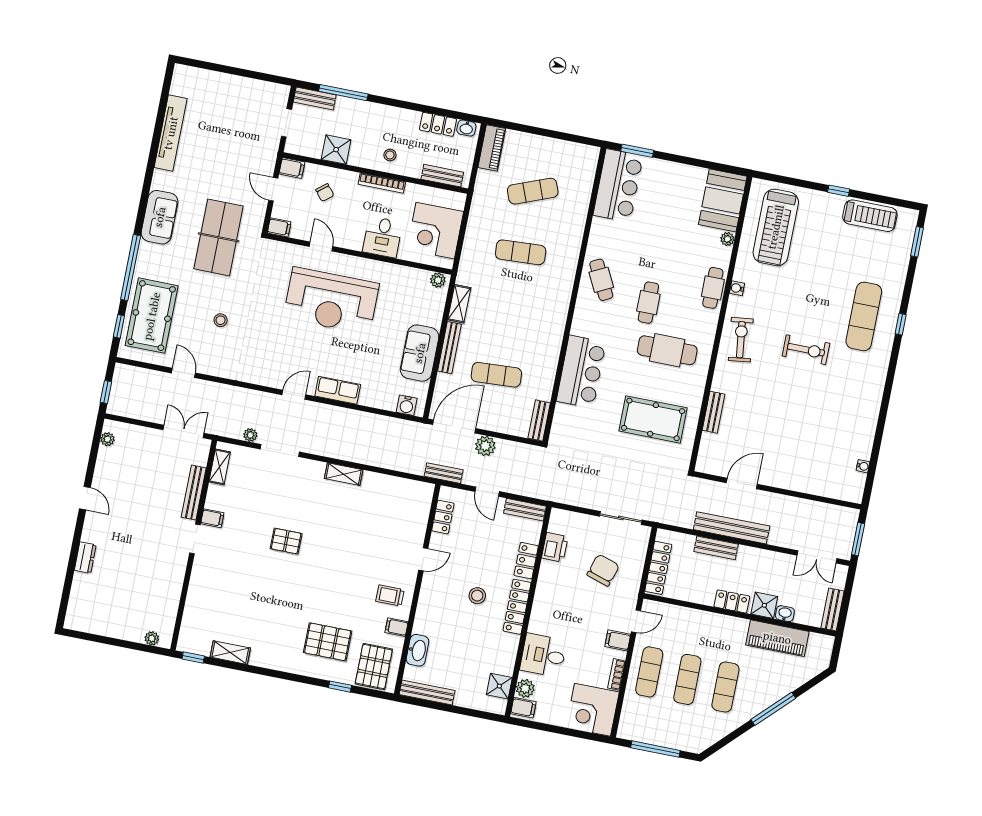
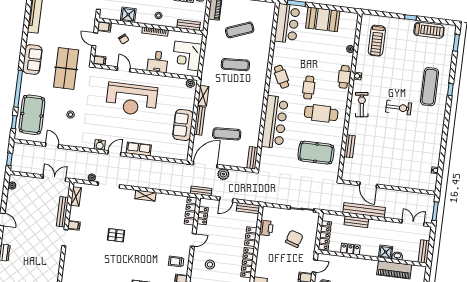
booth: (723, 200) -> (323, 19), moved, turned 90
treadmill: (776, 227) -> (377, 41), width x0.73, depth x0.73
bar counter: (581, 372) -> (275, 122), width x1.36
water cooler: (407, 405) -> (100, 145), moved
door: (742, 483) -> (368, 185), swing flipped
door: (487, 492) -> (226, 200), hinge flipped
locker: (422, 507) -> (191, 211), added
double door: (817, 557) -> (413, 223), swing flipped
stool: (477, 596) -> (210, 264), moved
locker: (732, 601) -> (350, 249), moved

